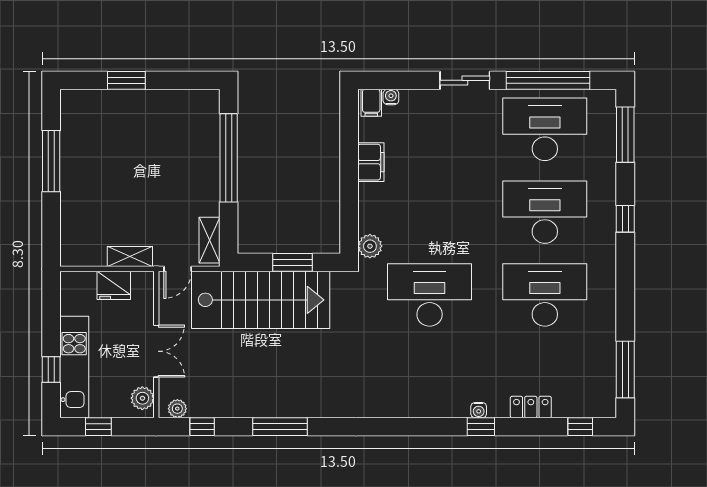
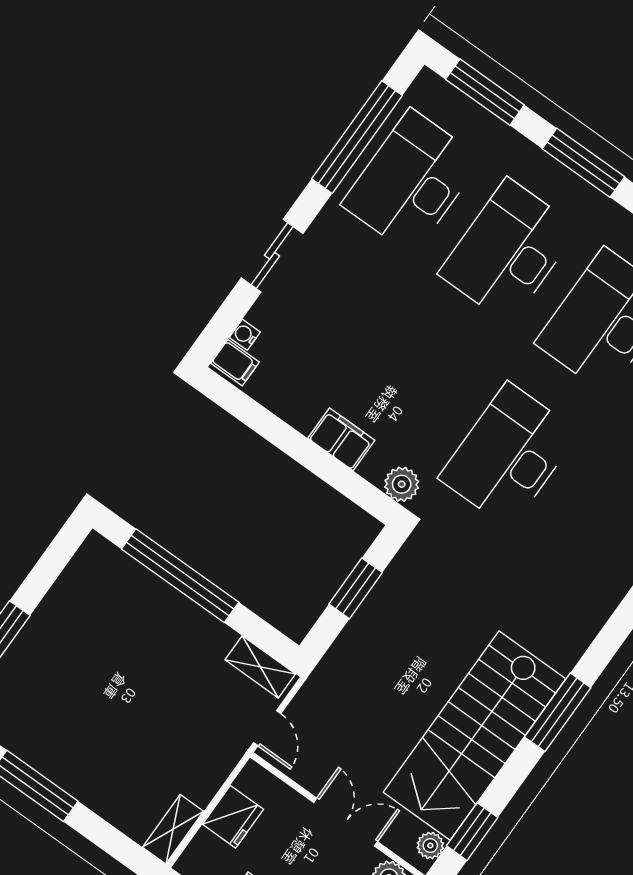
sliding door: (465, 80) -> (272, 256), moved
filing cabinet: (371, 162) -> (341, 439), moved
window: (625, 219) -> (583, 163), width x2.17
shelving: (130, 257) -> (173, 829), moved
stairs: (261, 300) -> (475, 736), moved, turned 180
window: (202, 427) -> (472, 832), width x1.50
window: (280, 427) -> (558, 712), moved

